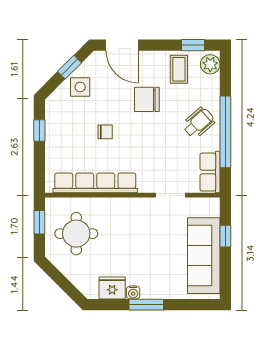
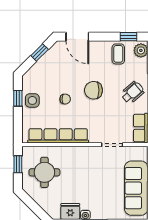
side table: (80, 87) -> (32, 100), moved
chair: (147, 99) -> (94, 90), moved

